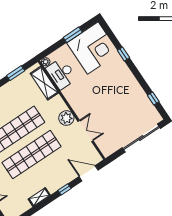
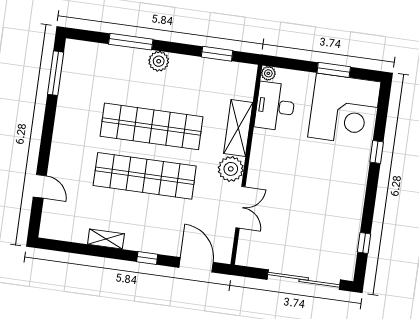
shelving: (44, 83) -> (238, 128), moved

